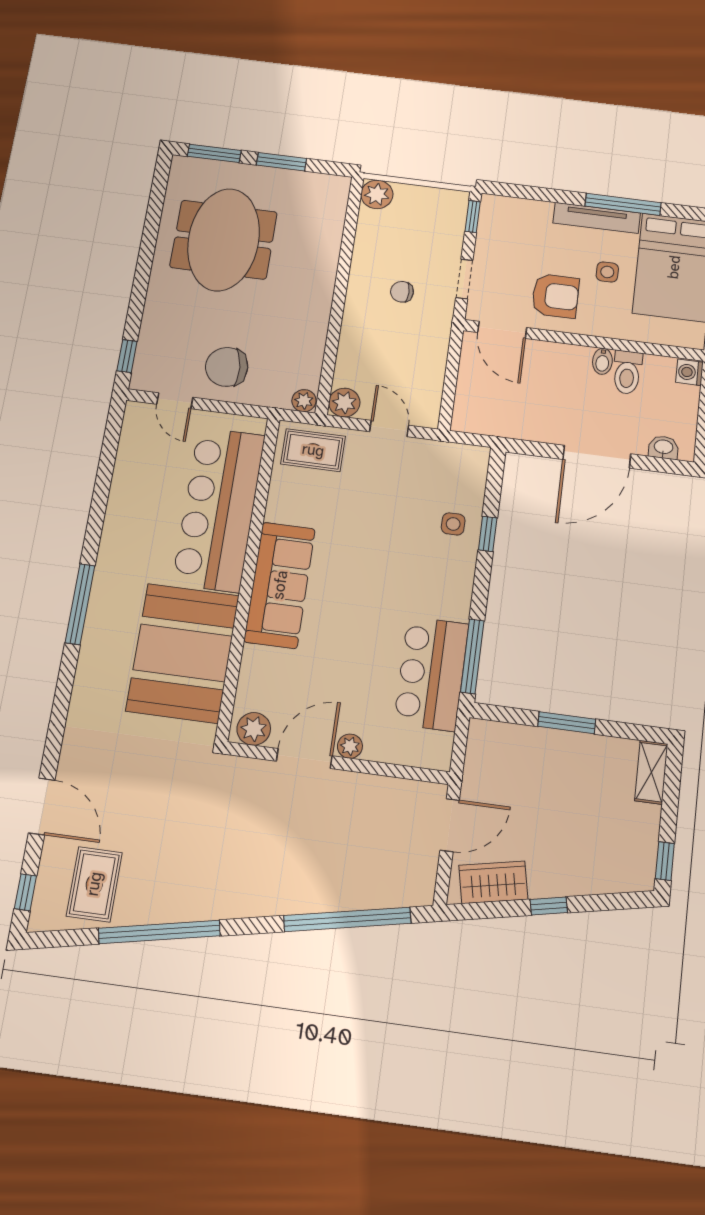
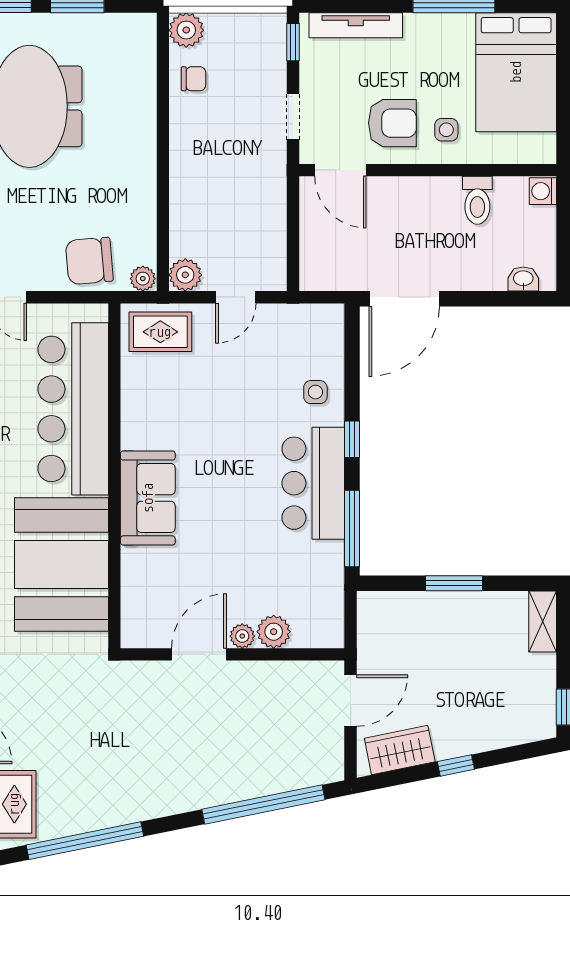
tv unit: (597, 218) -> (356, 25), moved
side table: (607, 272) -> (446, 130), moved
chair: (402, 292) -> (193, 79), moved, turned 180
bidet: (602, 361) -> (450, 191), removed
chair: (227, 367) -> (89, 261), moved
door: (389, 428) -> (236, 297), swing flipped
door: (597, 457) -> (404, 299), moved
window: (488, 534) -> (352, 439), moved
sofa: (280, 585) -> (148, 498), width x0.73
bar counter: (431, 674) -> (313, 483), moved
plant: (254, 729) -> (274, 632), moved

